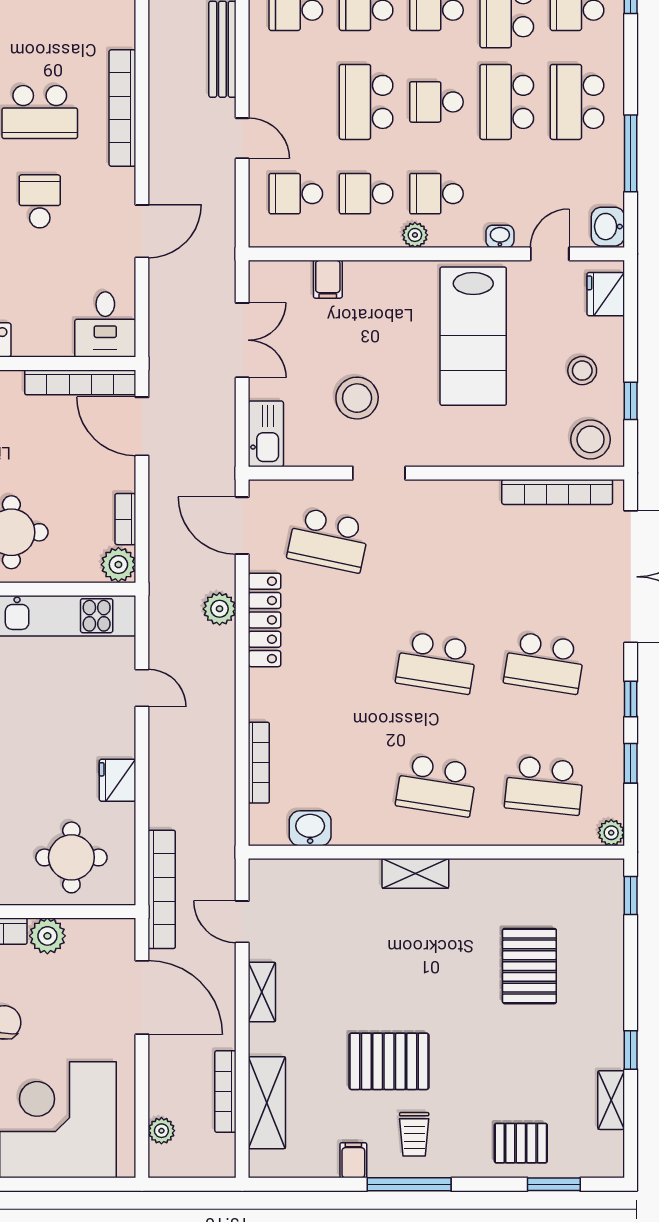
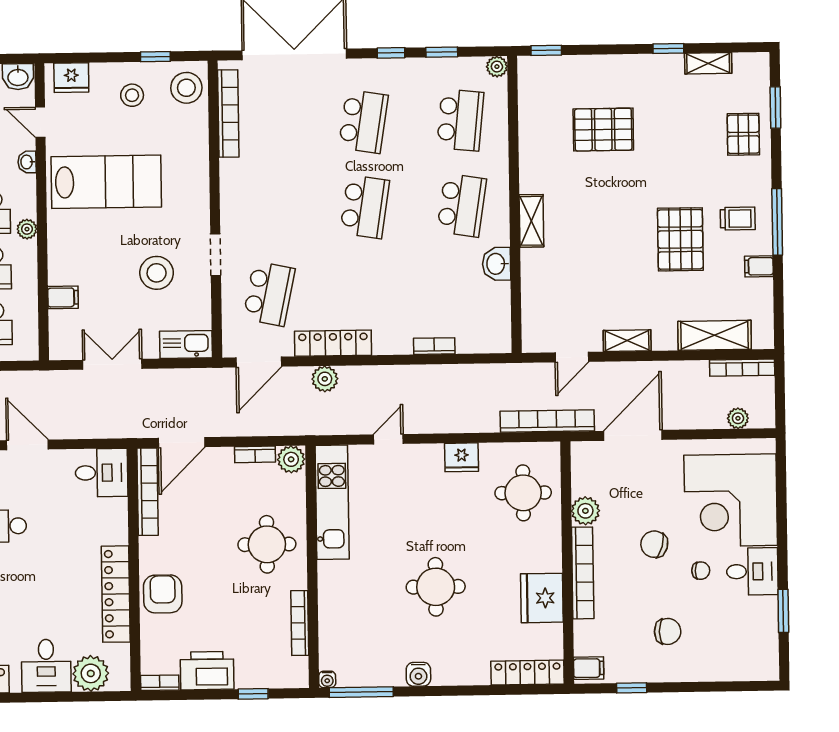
bookcase: (259, 763) -> (434, 346), width x0.64
washbasin: (310, 828) -> (496, 264), moved
bookcase: (225, 1092) -> (742, 368), moved

